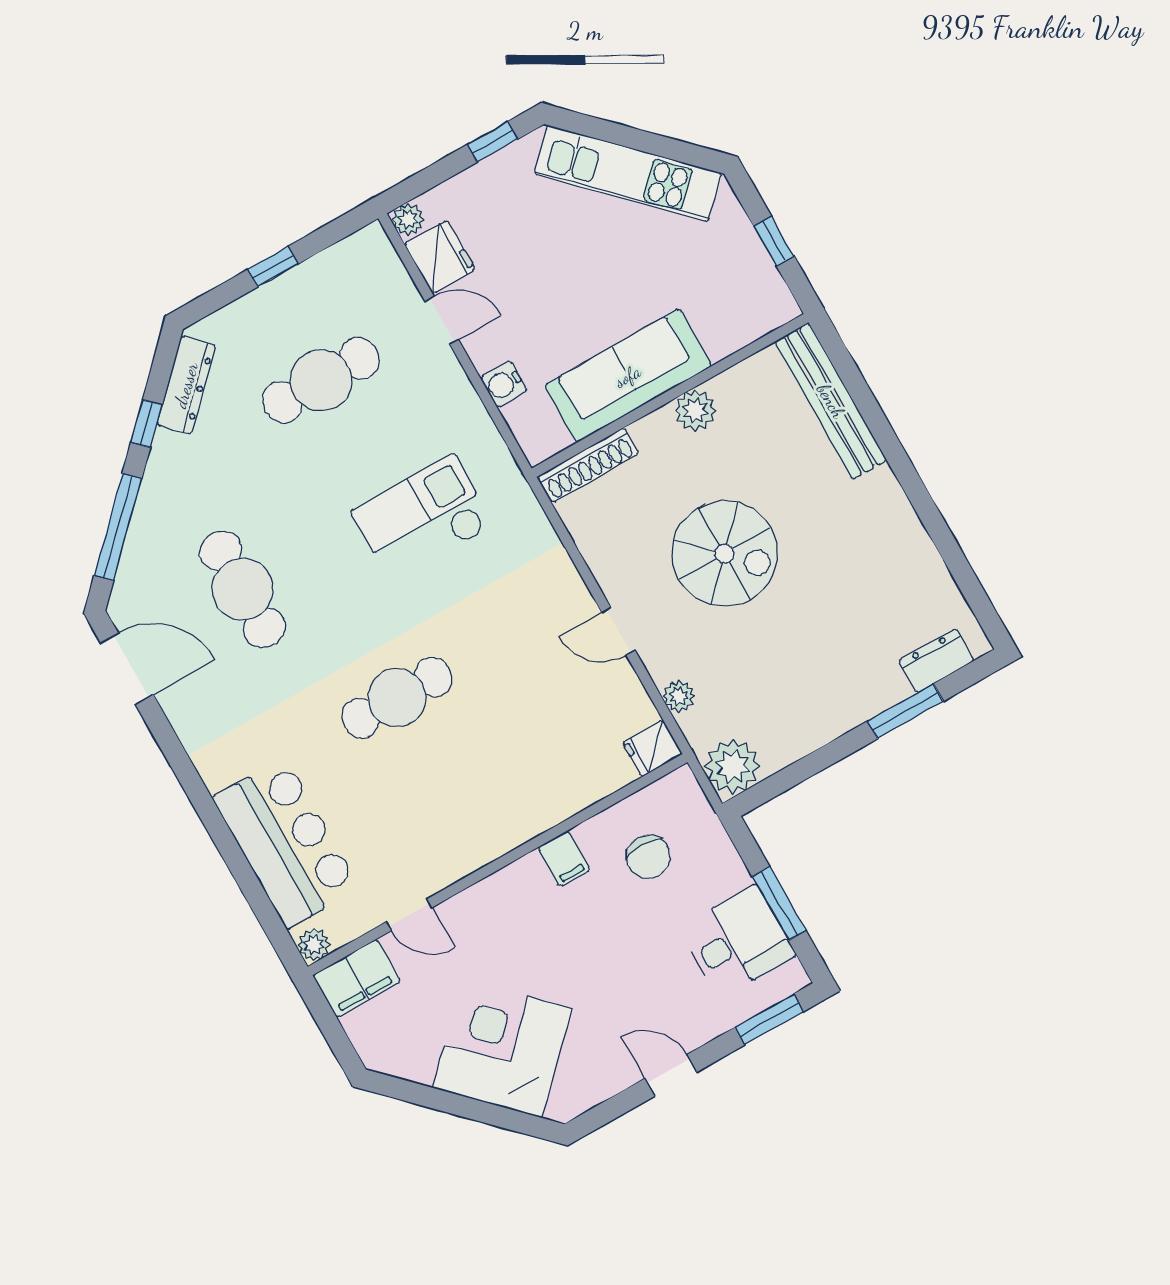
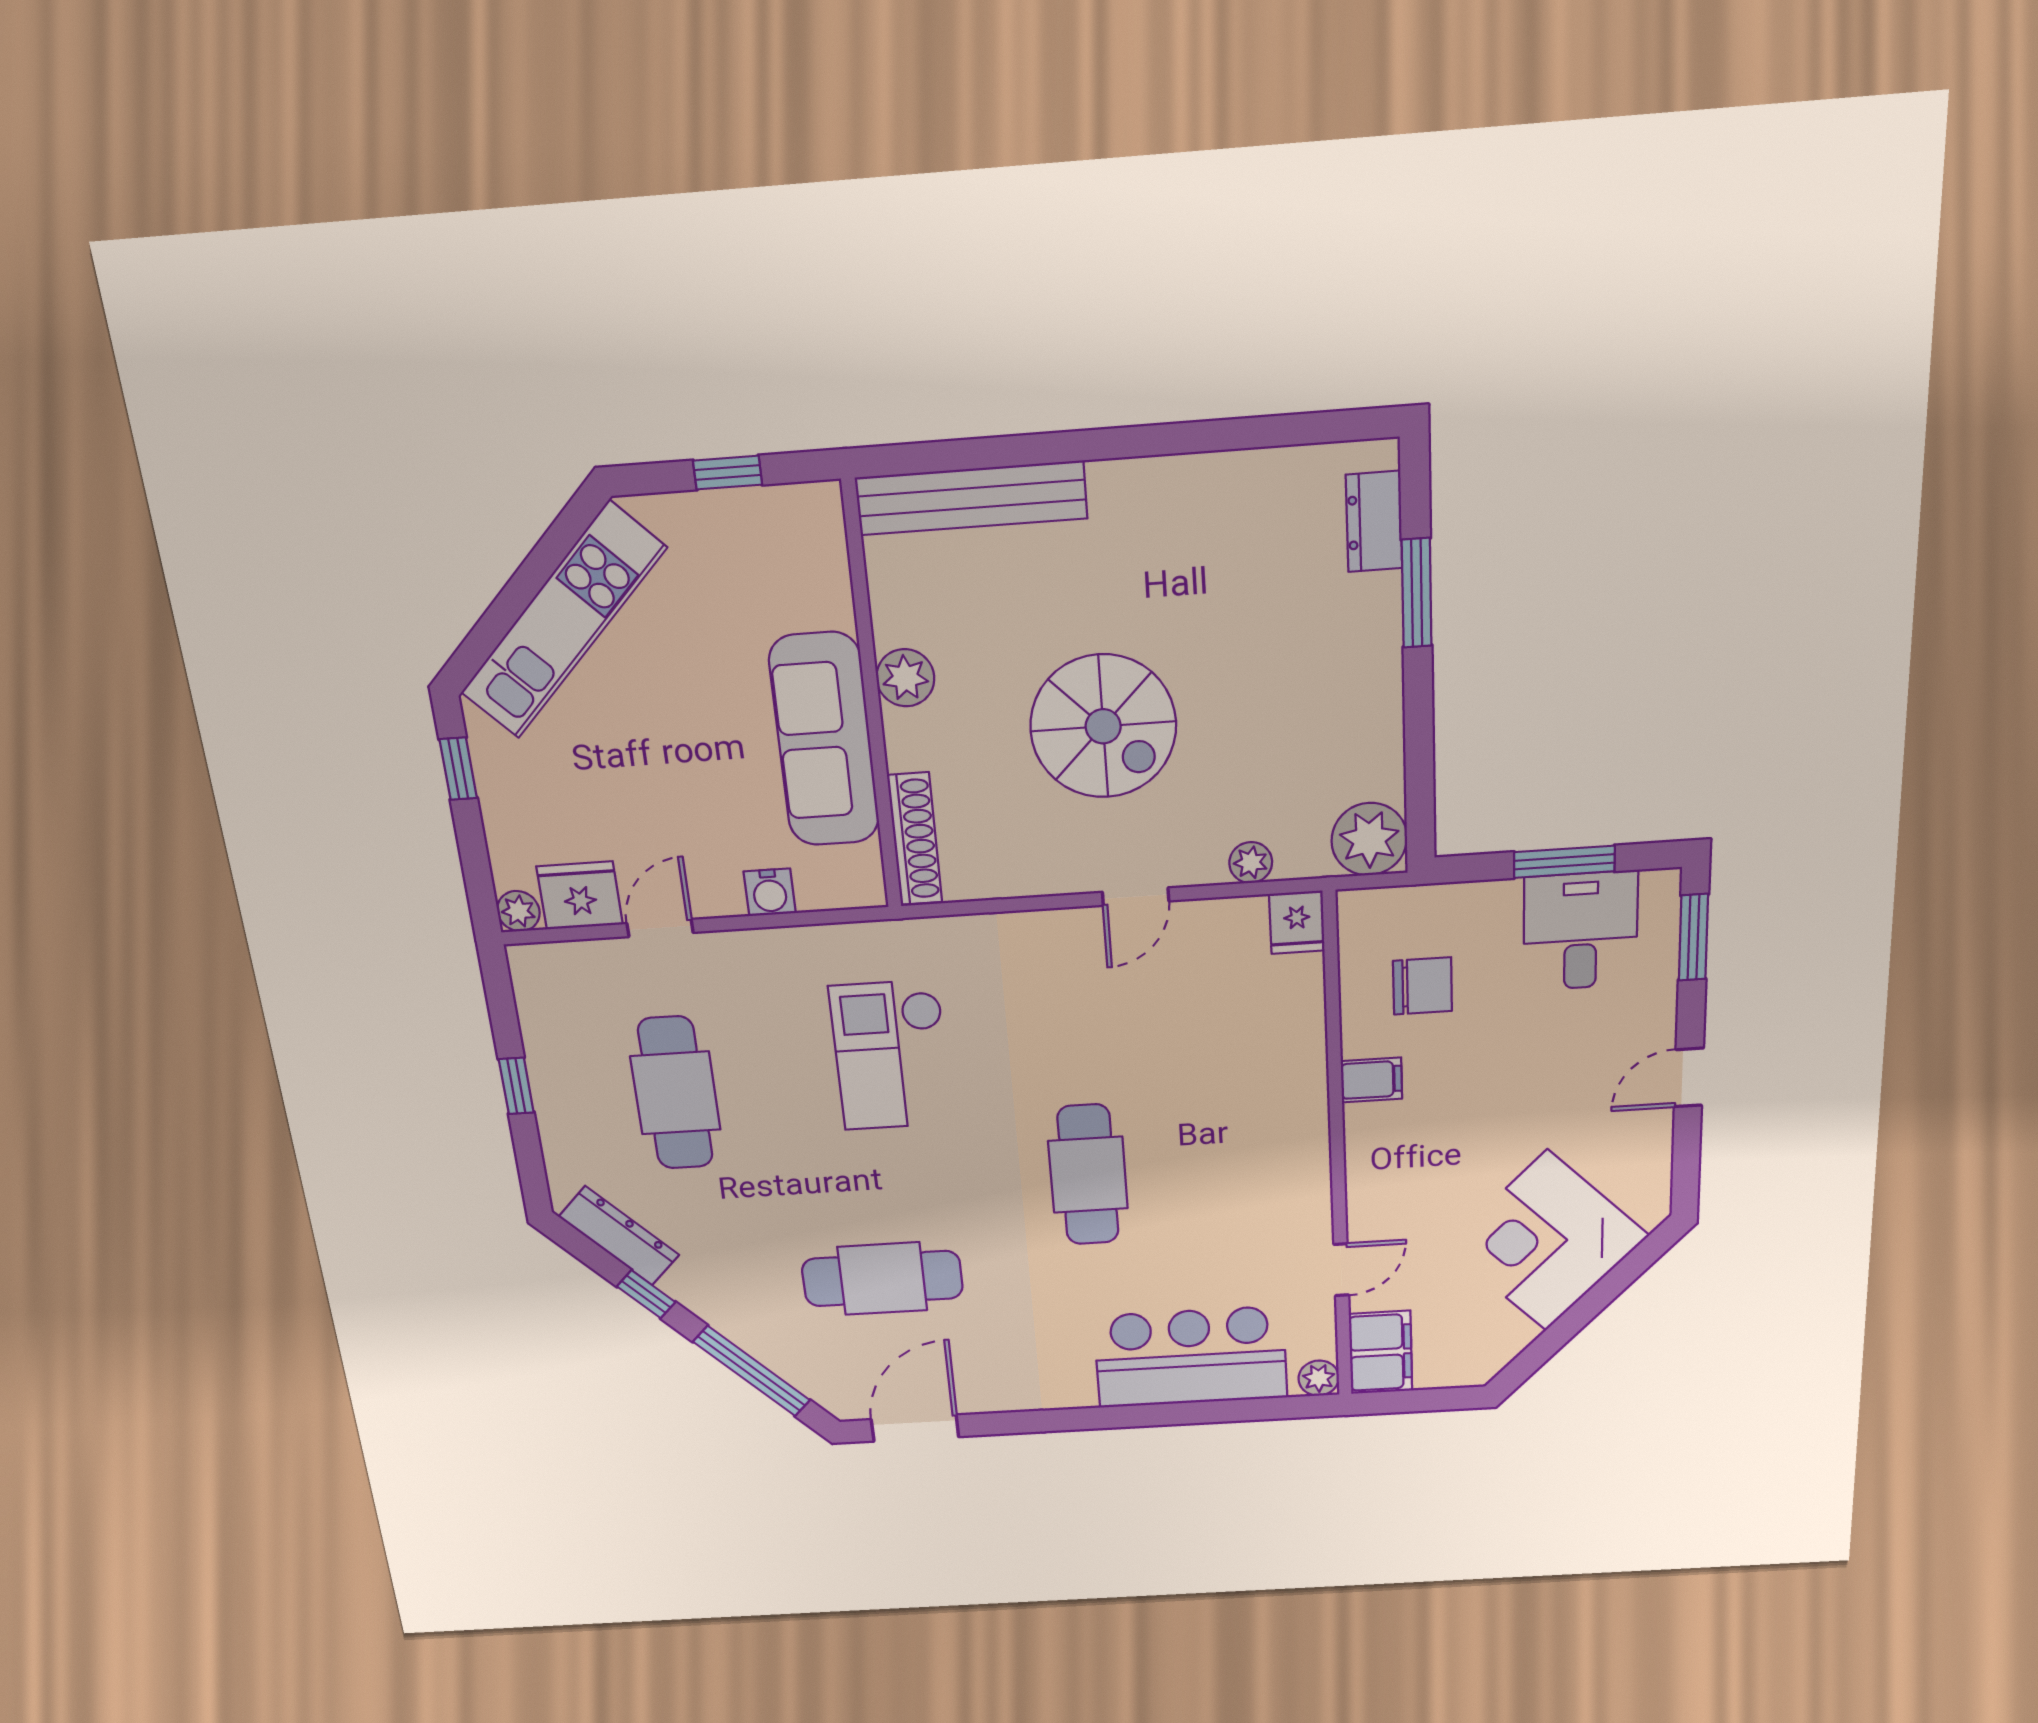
spiral stairs: (724, 554) -> (1103, 726), turned 90

